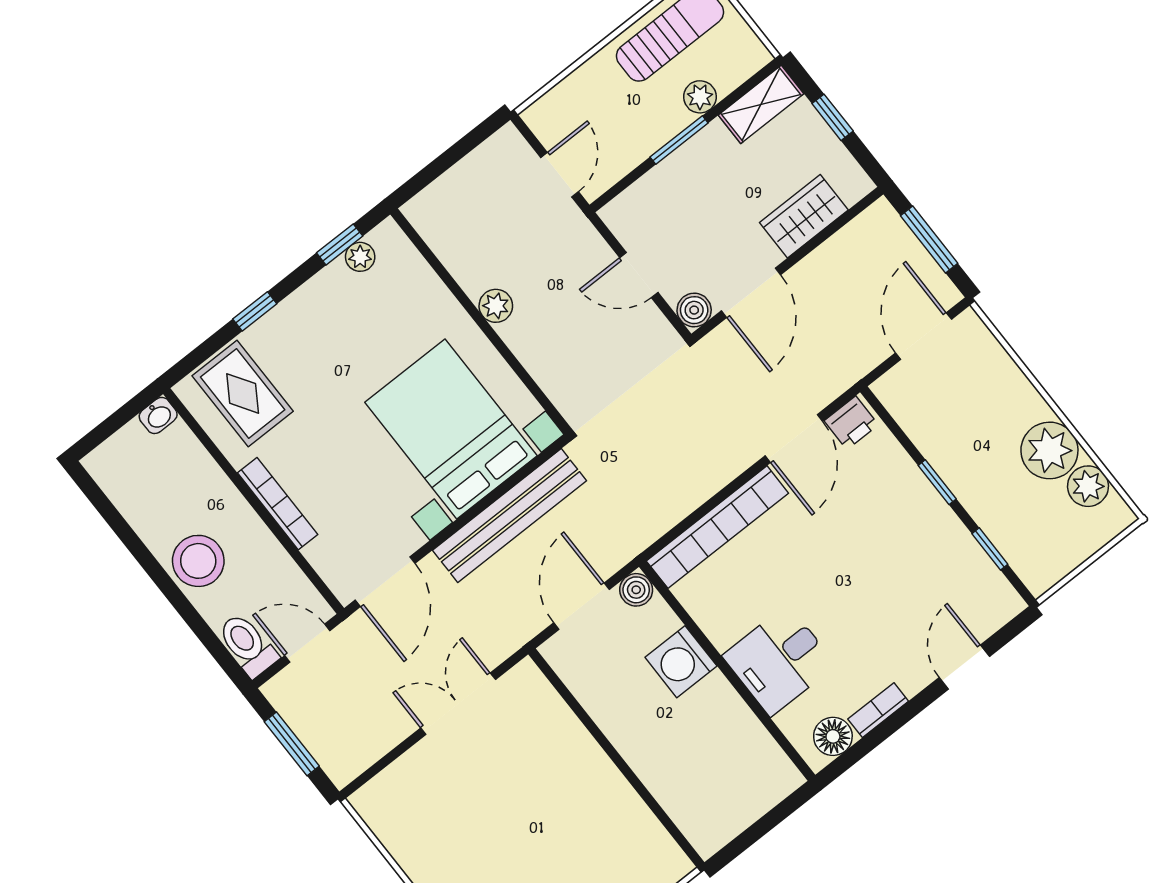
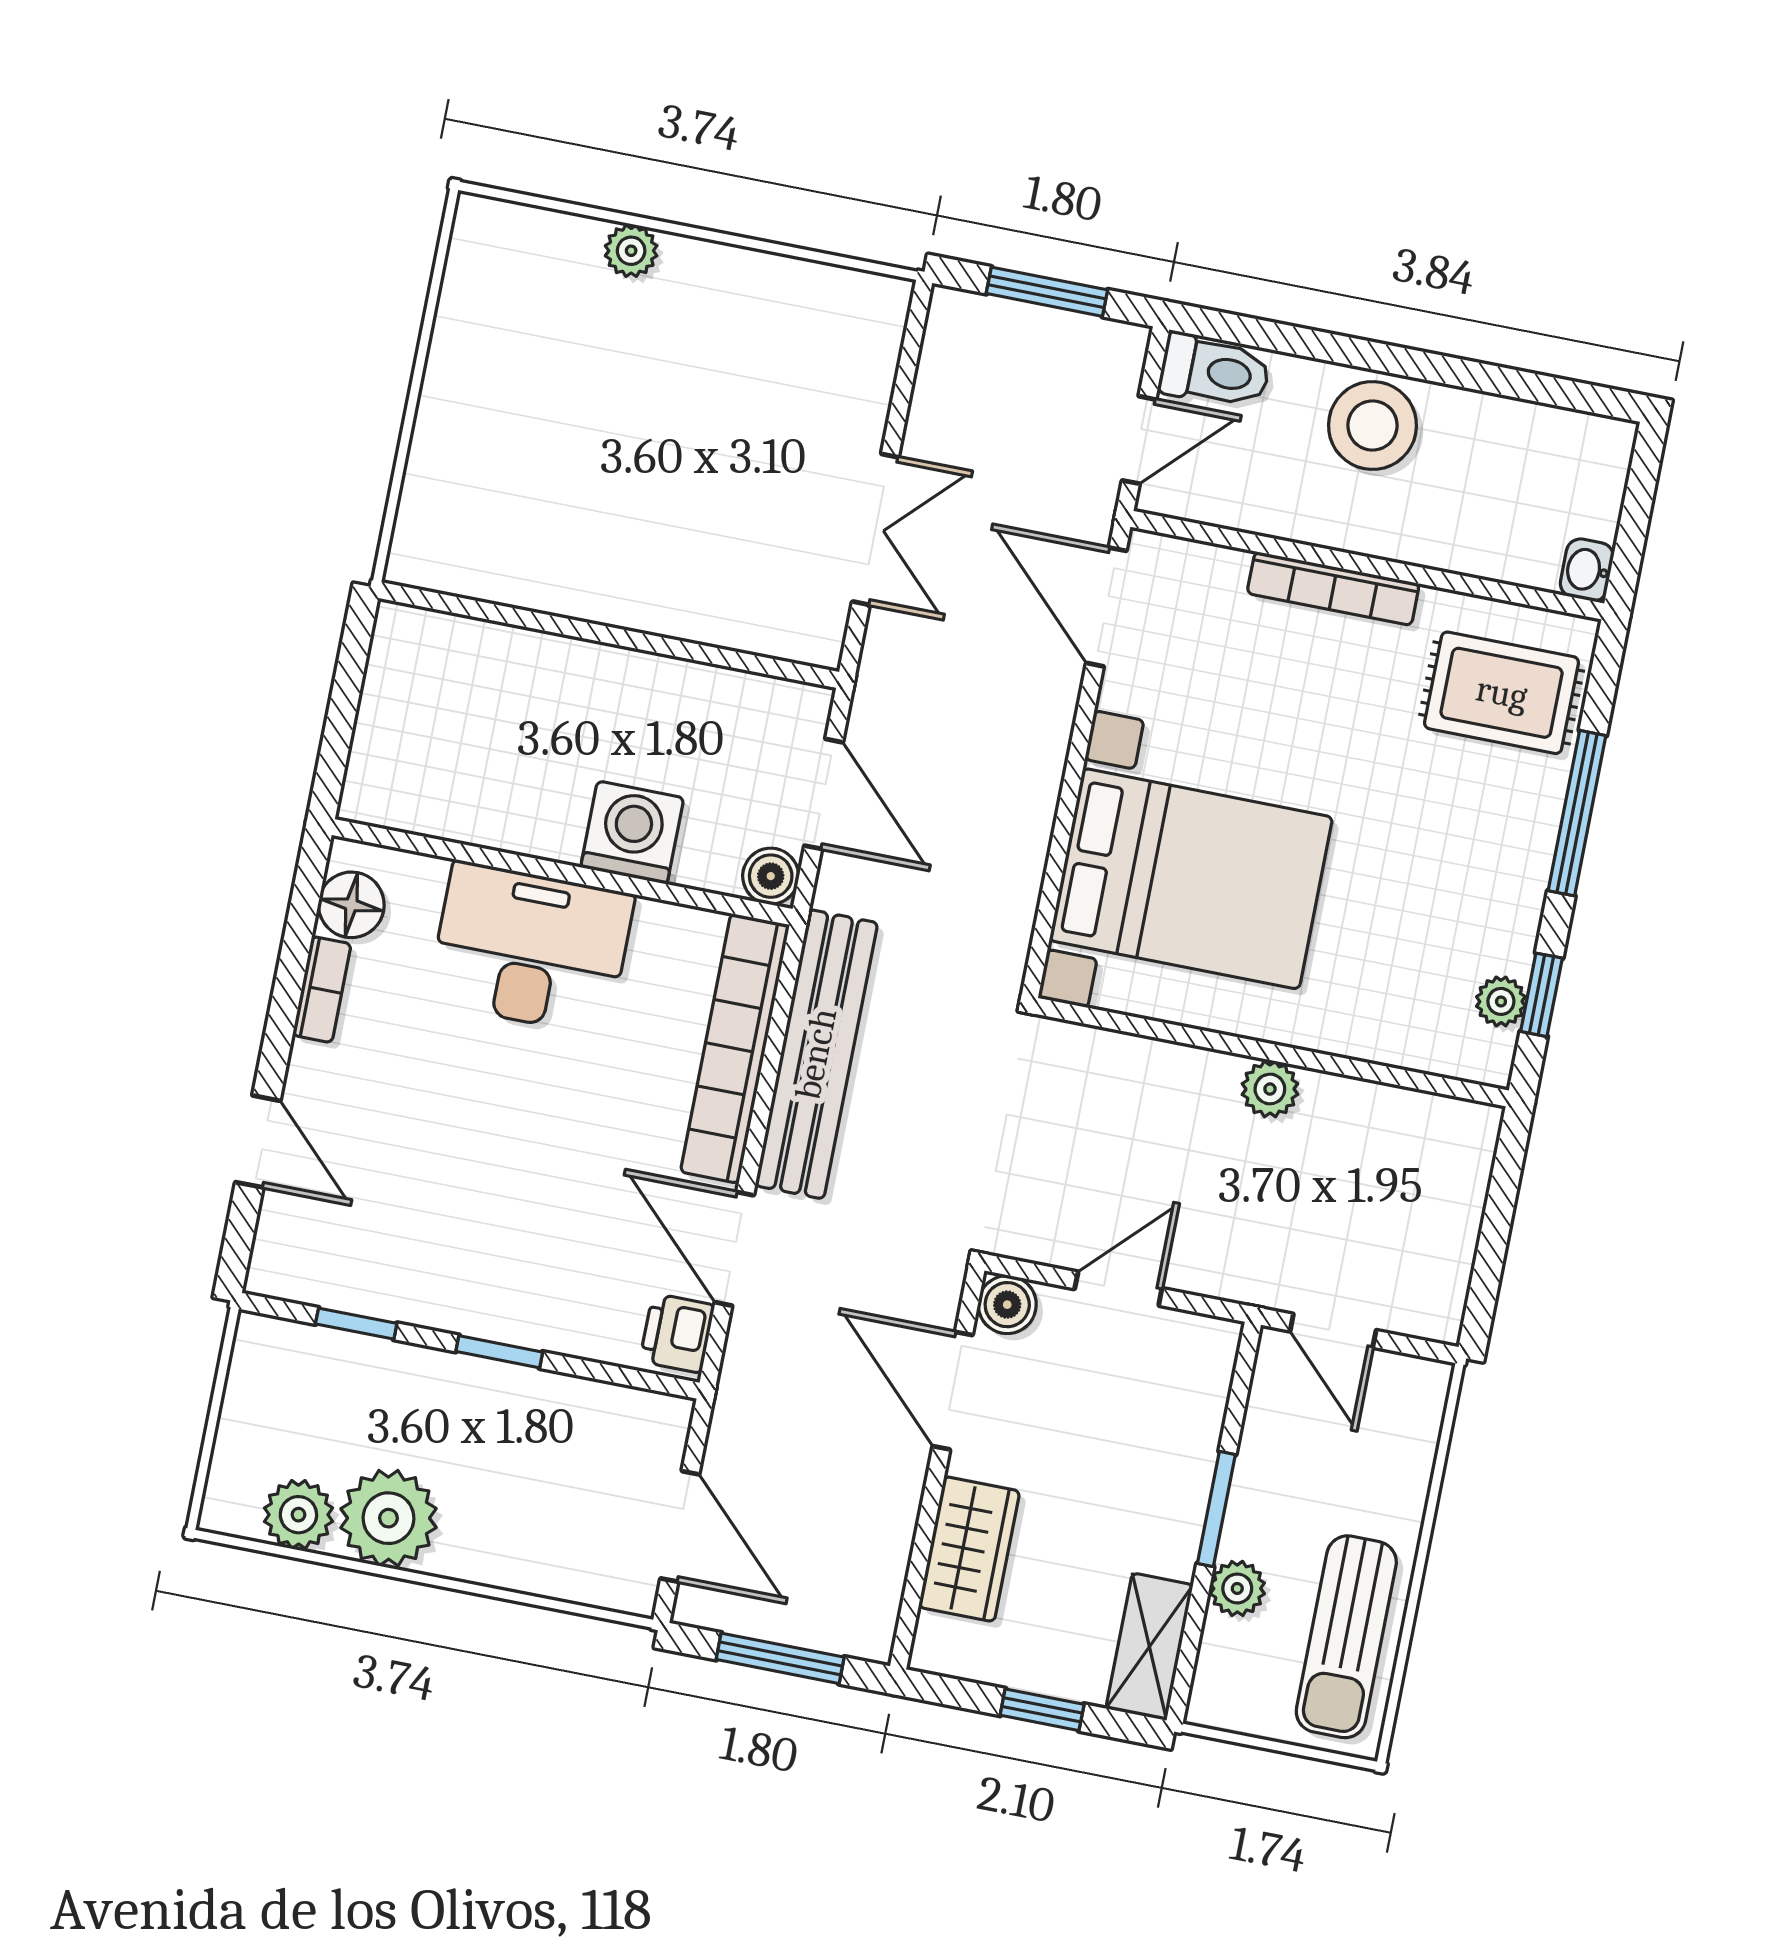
window: (255, 311) -> (1577, 813), width x2.17
bench: (510, 516) -> (816, 1054), moved
desk: (779, 660) -> (531, 948), width x1.37

